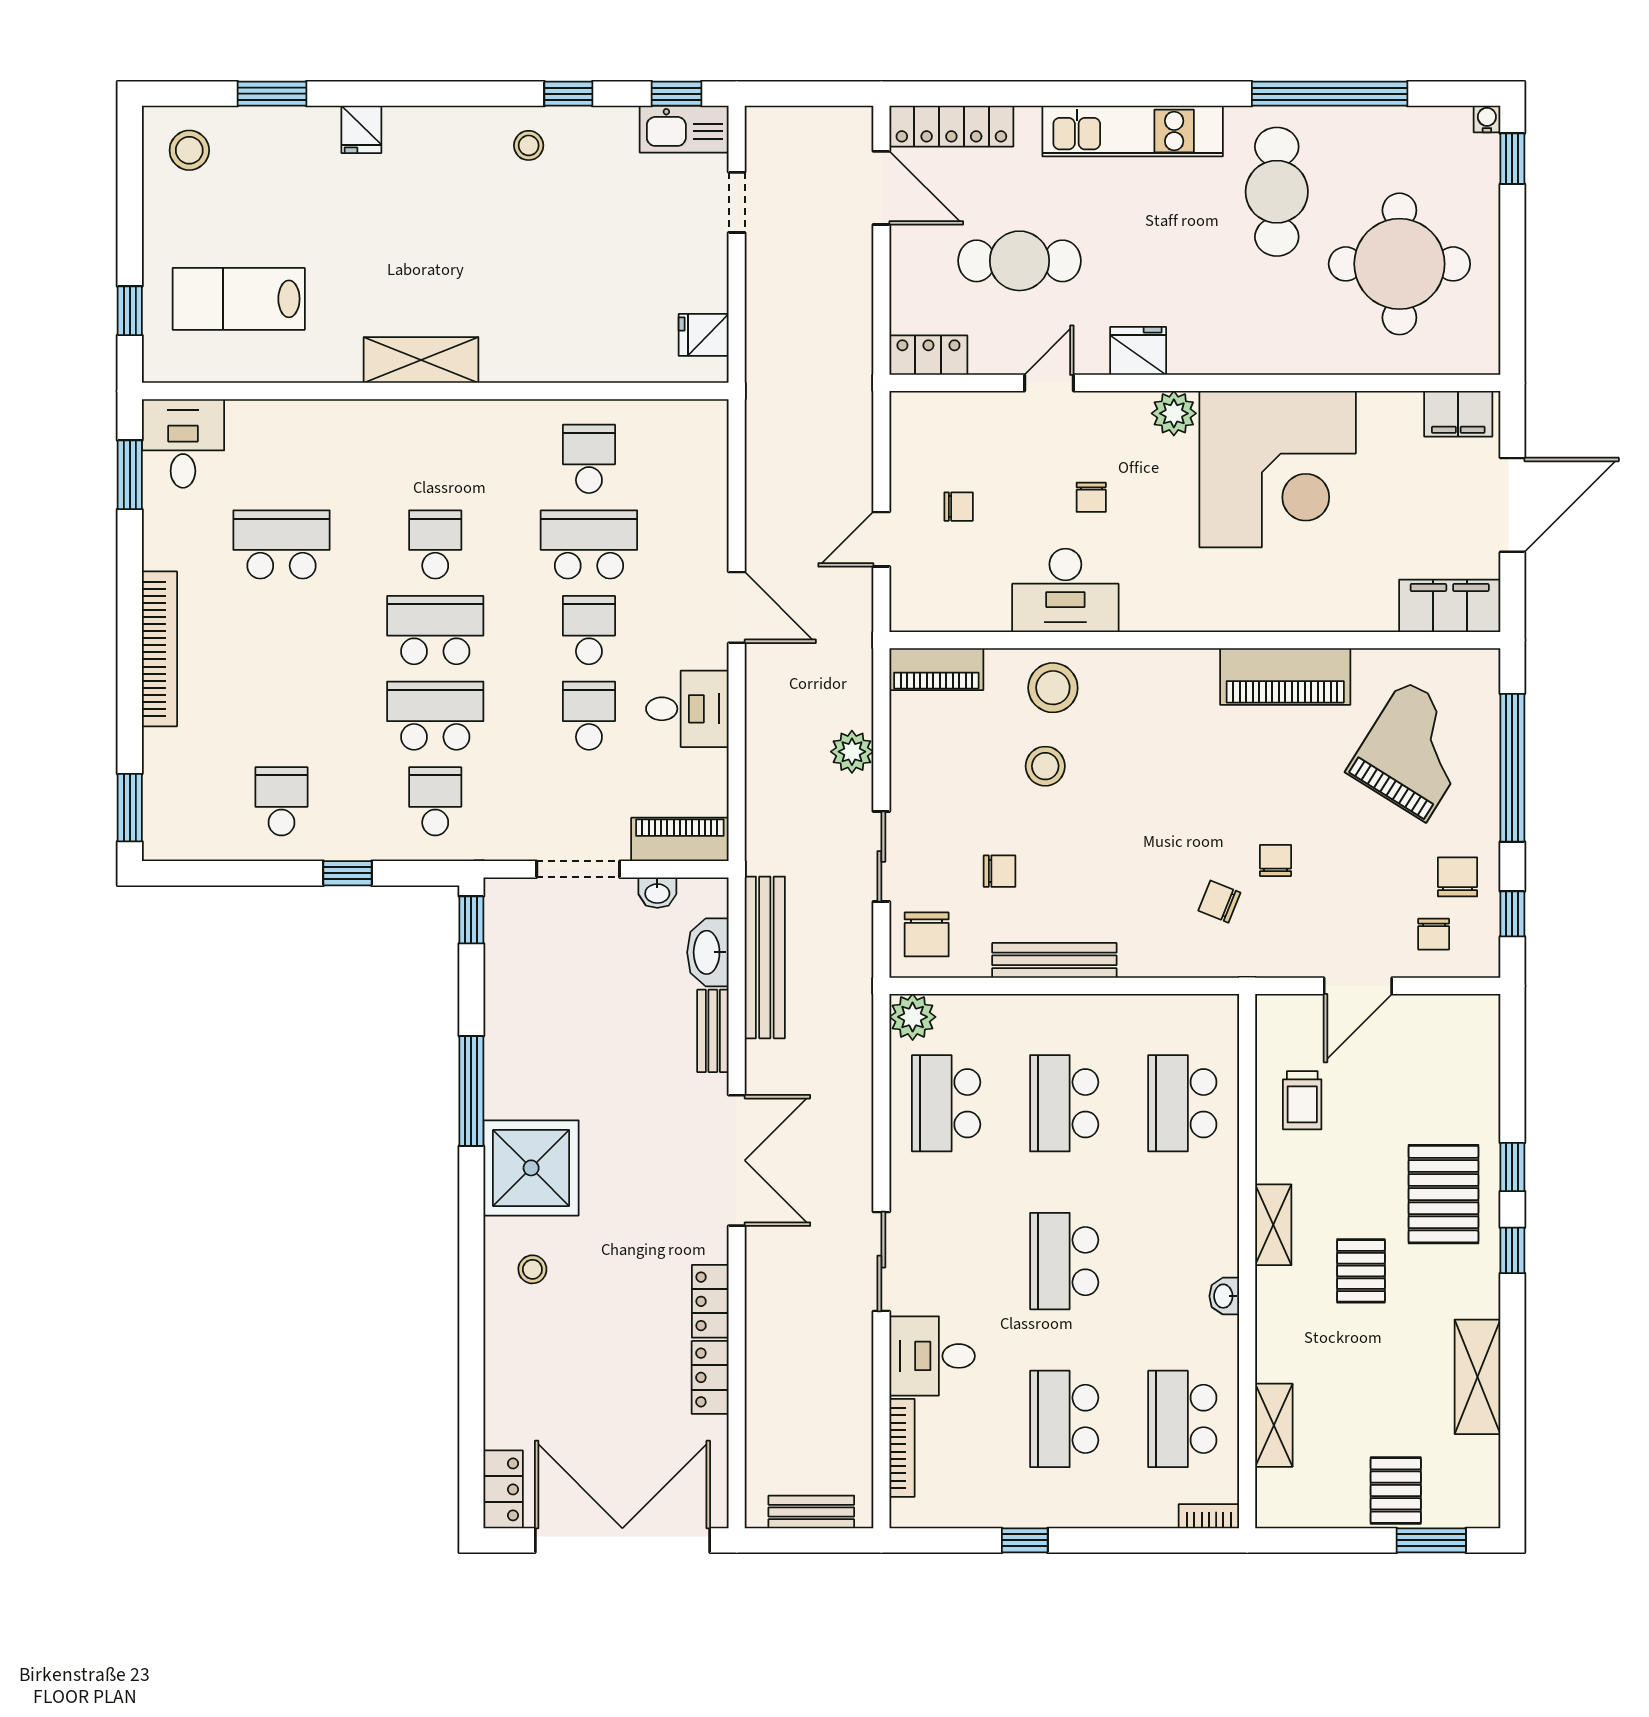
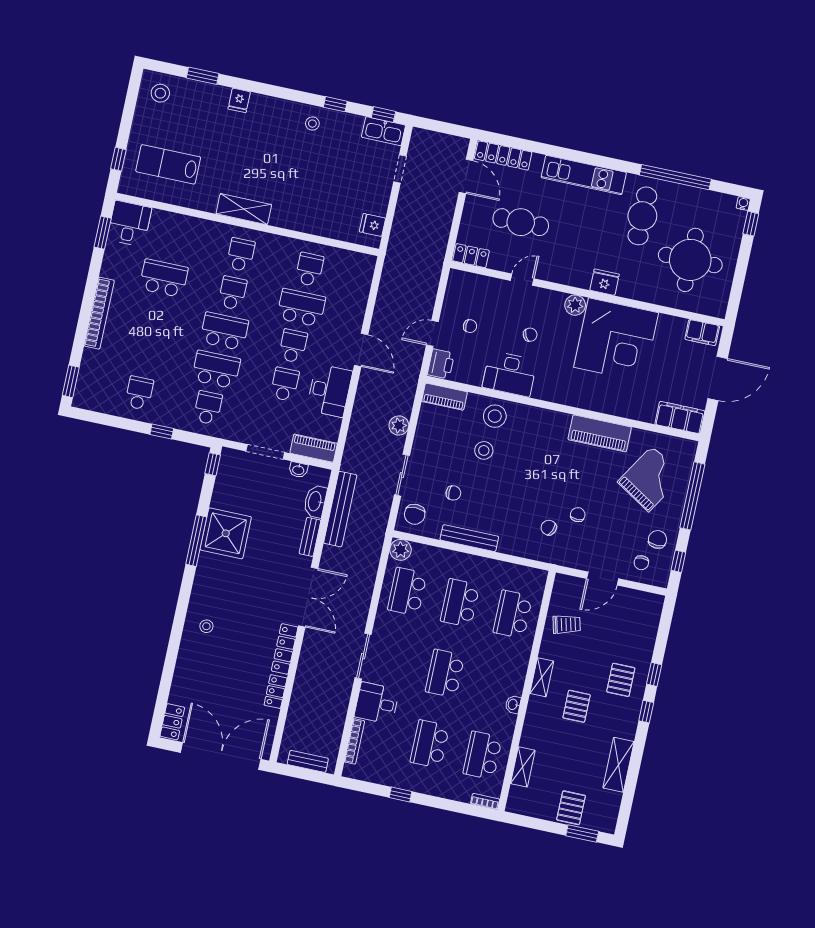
fridge: (1138, 351) -> (605, 282), moved
school desk: (435, 459) -> (241, 255), added
chair: (1091, 497) -> (530, 335), turned -117
printer: (914, 601) -> (441, 364), added
desk: (687, 709) -> (329, 391), width x1.37
trolley: (1302, 1100) -> (567, 624), turned -104
shower: (531, 1168) -> (226, 533), moved
pallet: (1443, 1194) -> (621, 680), width x0.67, depth x0.71
locker: (710, 1301) -> (285, 649), width x1.53

